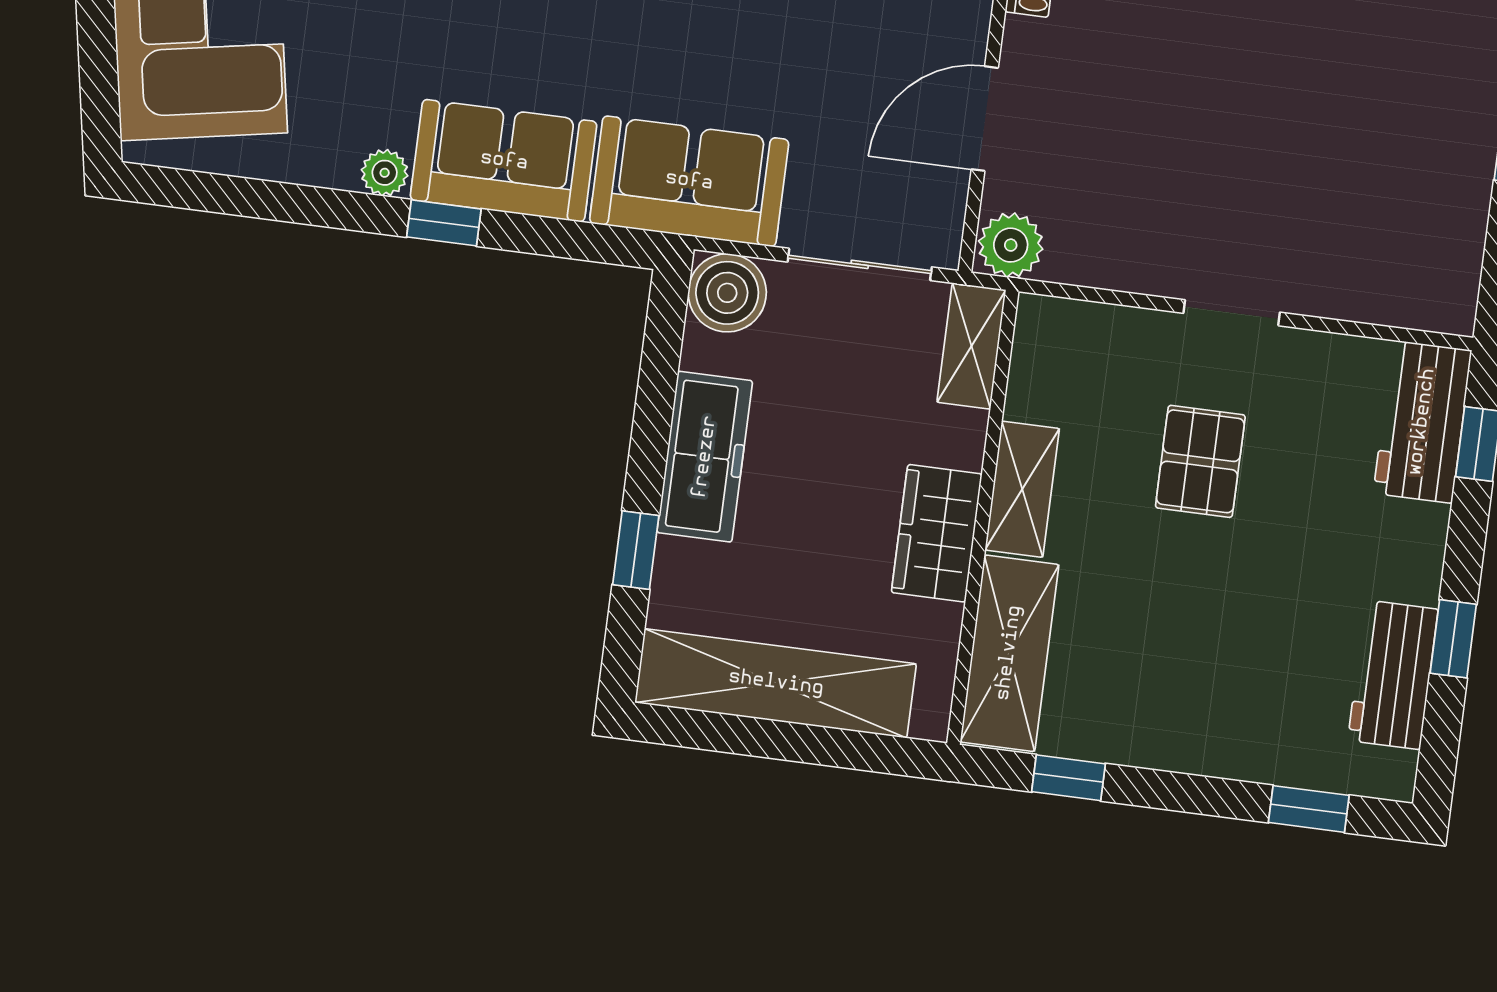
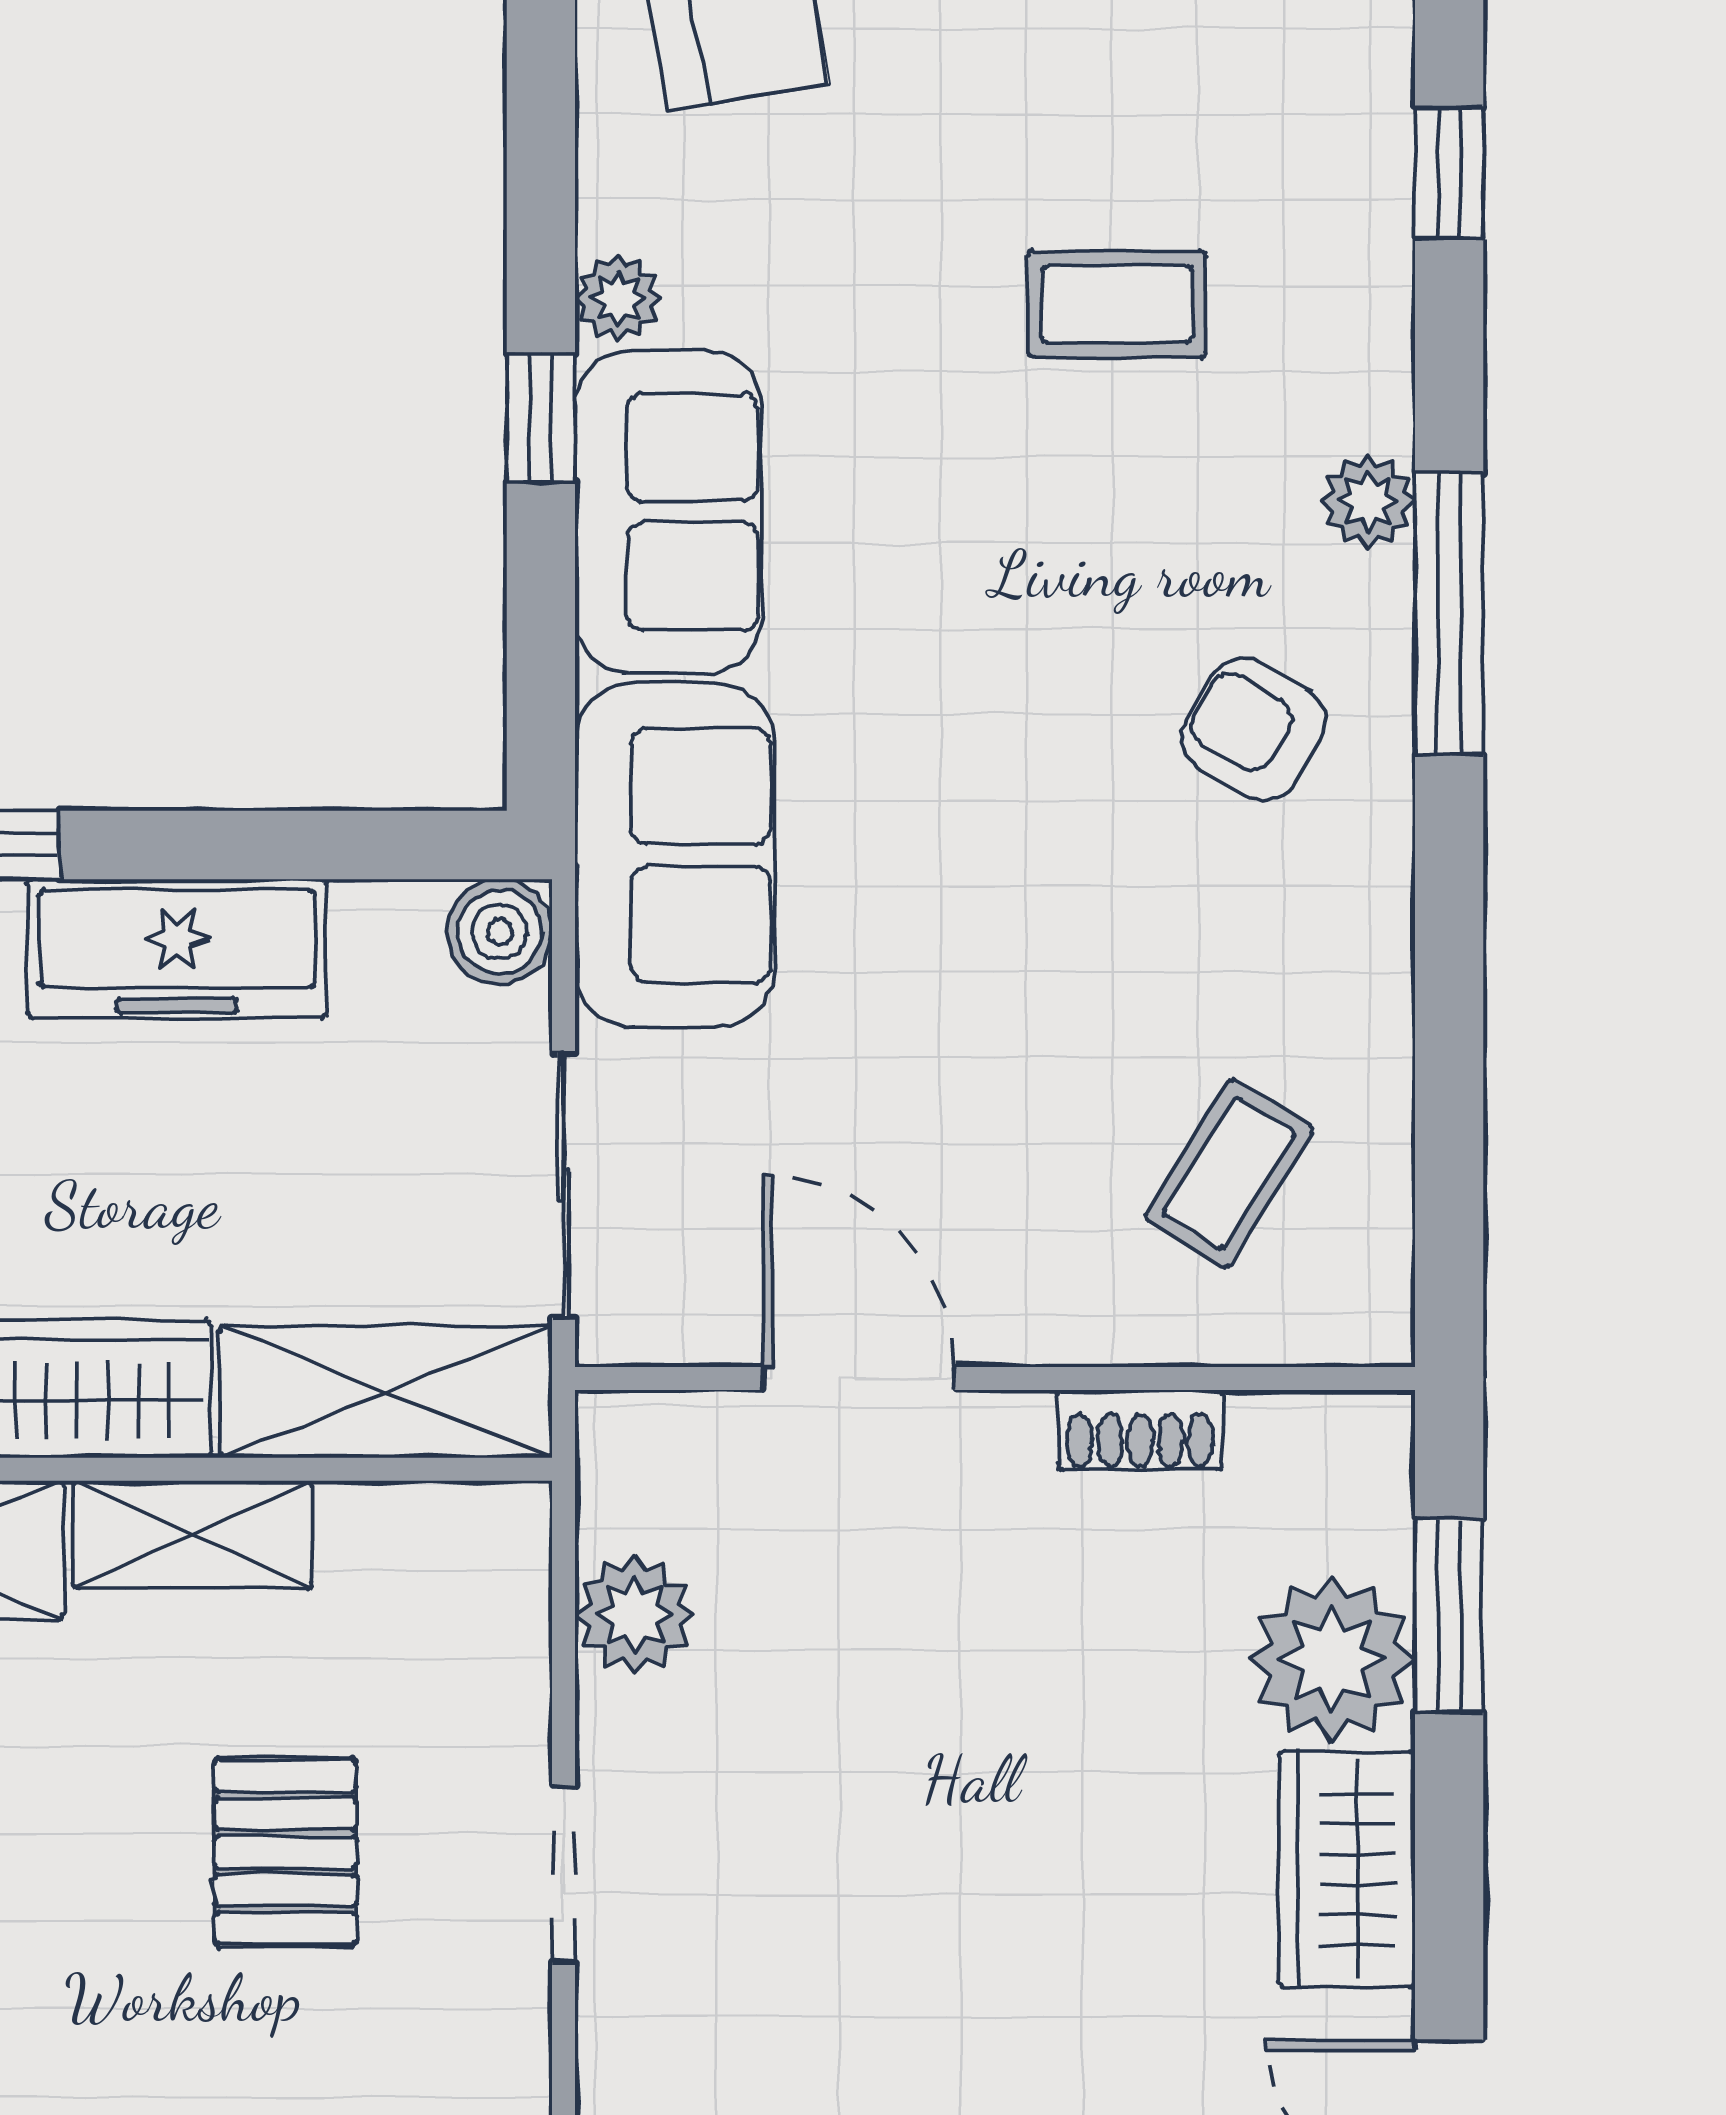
plant: (1011, 245) -> (635, 1614), moved
boiler: (727, 293) -> (500, 932), width x0.73, depth x0.73
shelving: (971, 346) -> (386, 1392), width x1.50, depth x1.33
pallet: (1200, 461) -> (285, 1852), turned 90

